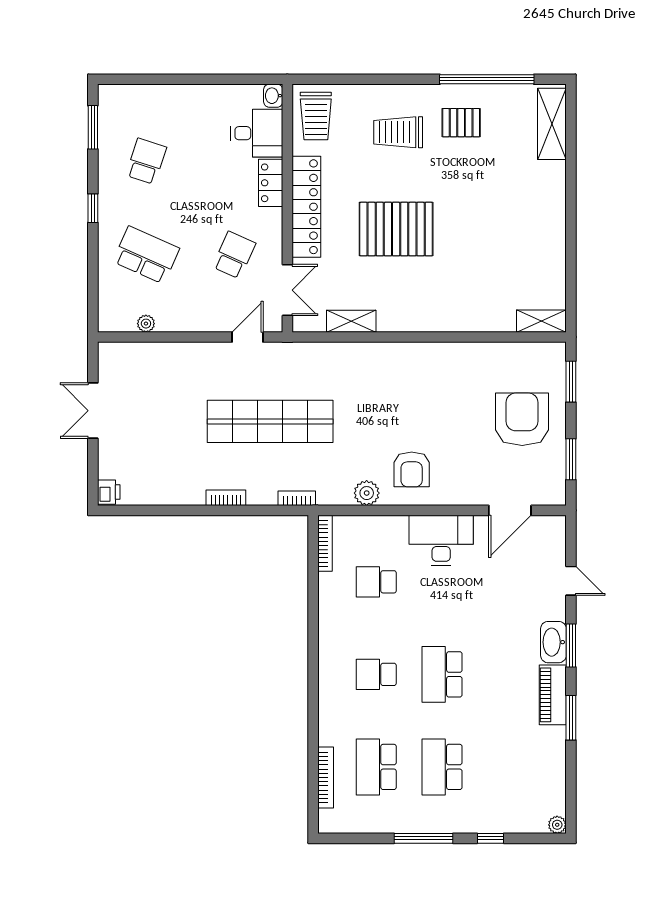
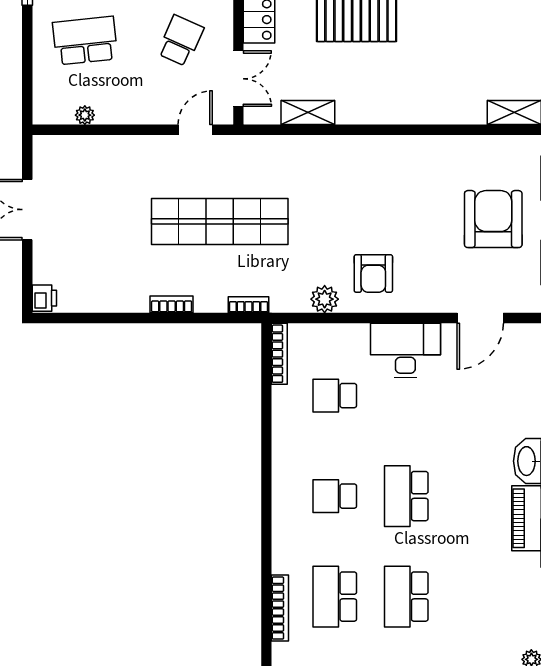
school desk: (146, 255) -> (85, 41), turned -30

